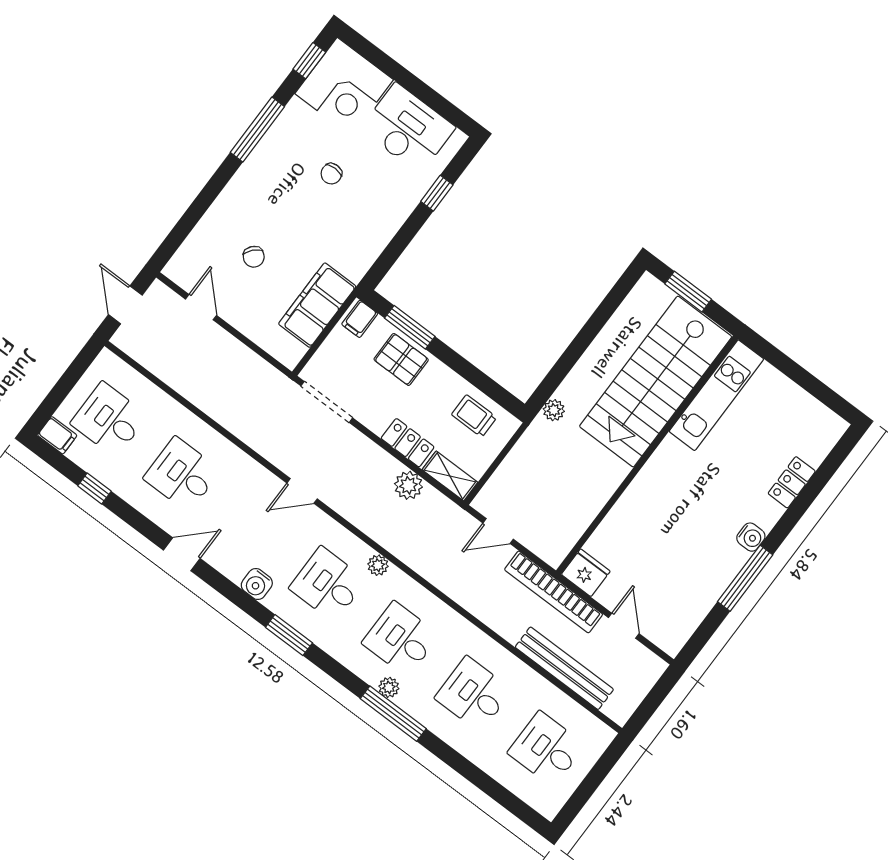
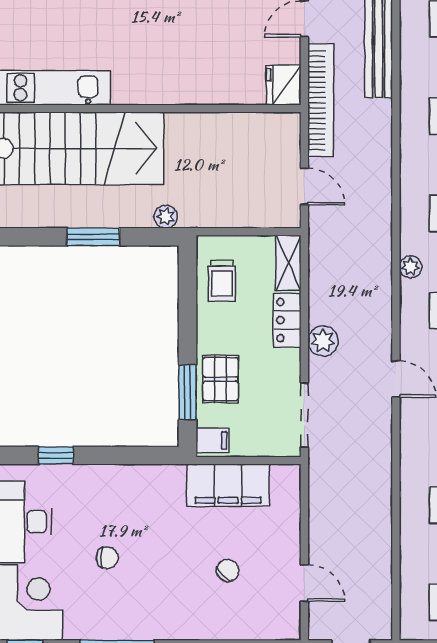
door: (201, 307) -> (304, 583), swing flipped
window: (580, 345) -> (93, 237), added
plant: (408, 485) -> (323, 341), moved

